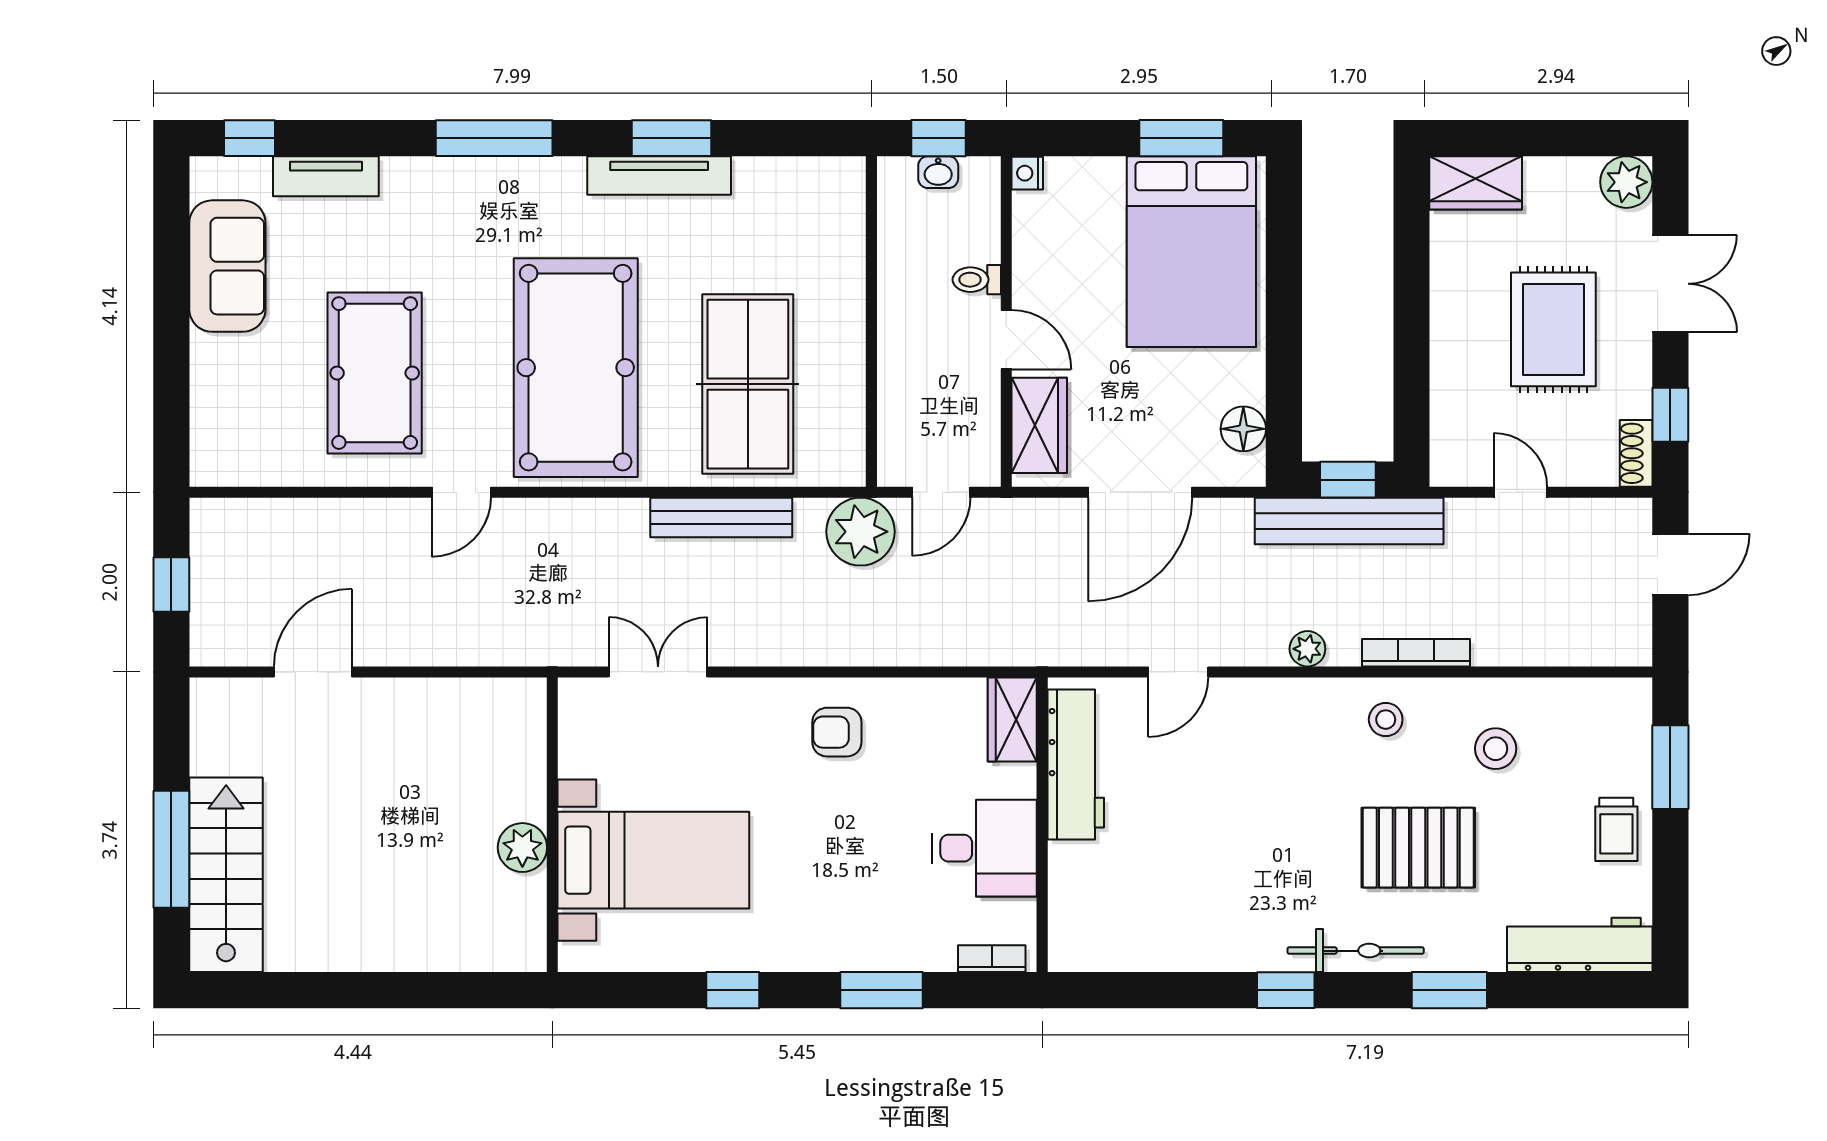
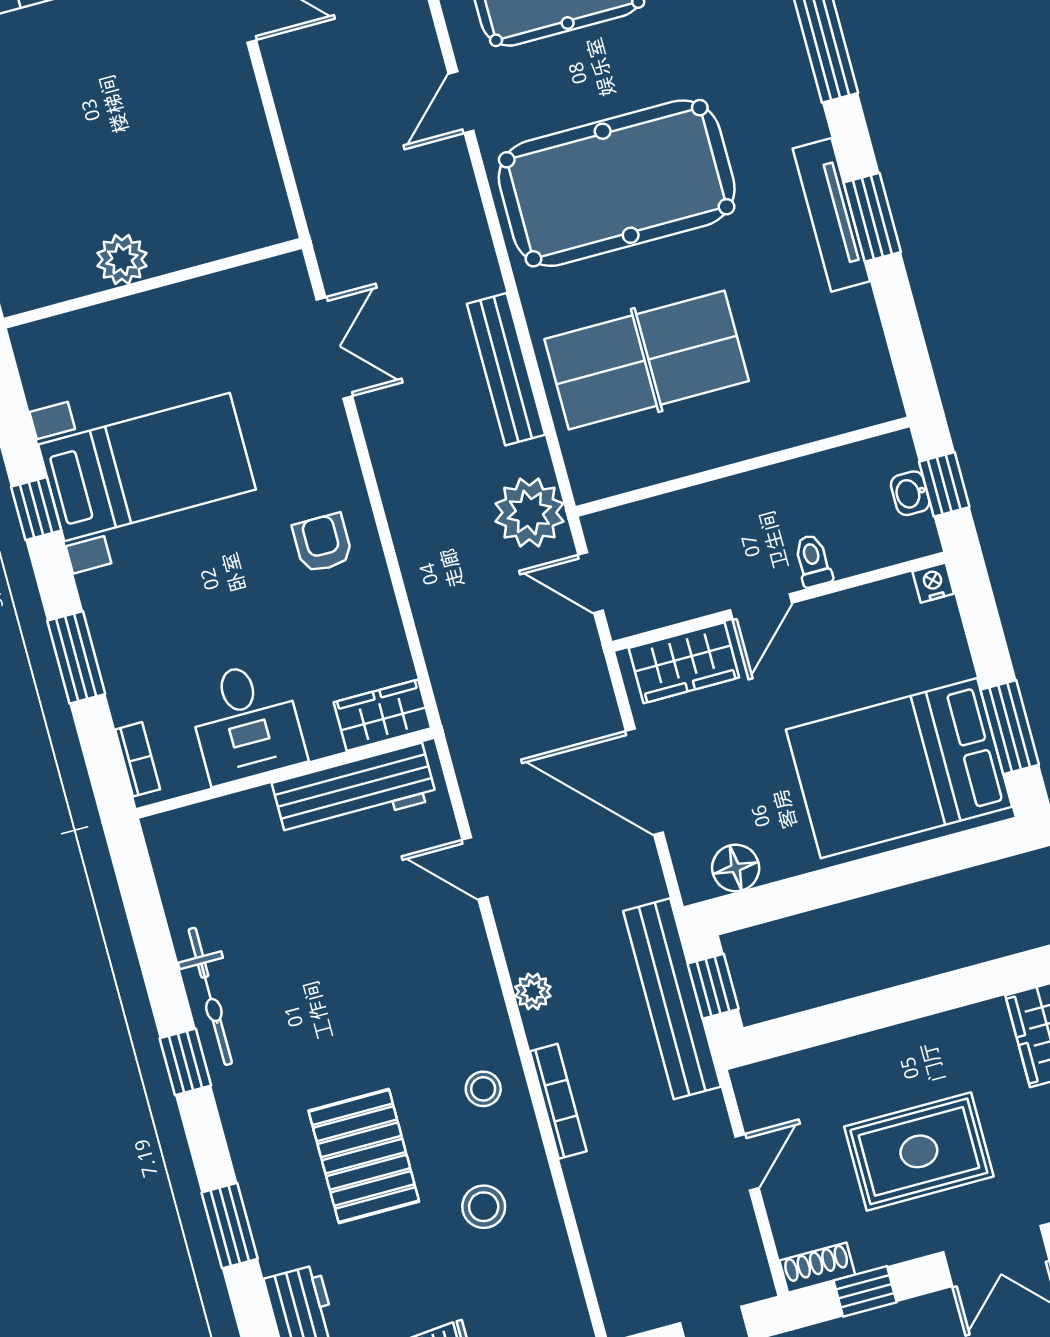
door: (461, 492) -> (461, 102), hinge flipped
bed with nightstands: (653, 860) -> (147, 467), moved, turned -90
bicycle: (1356, 951) -> (210, 996), moved

